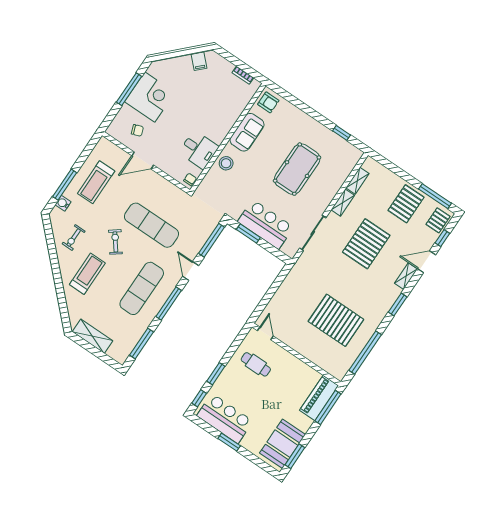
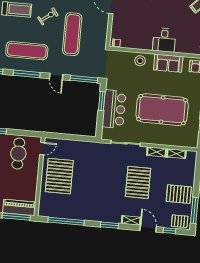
desk: (199, 150) -> (164, 40), moved
pool table: (297, 169) -> (162, 110), width x1.36, depth x1.32
pallet: (366, 244) -> (138, 182), turned 90
door: (191, 271) -> (56, 77), swing flipped
pallet: (336, 320) -> (59, 176), moved
cafe table: (256, 364) -> (18, 154), width x1.37, depth x1.35

